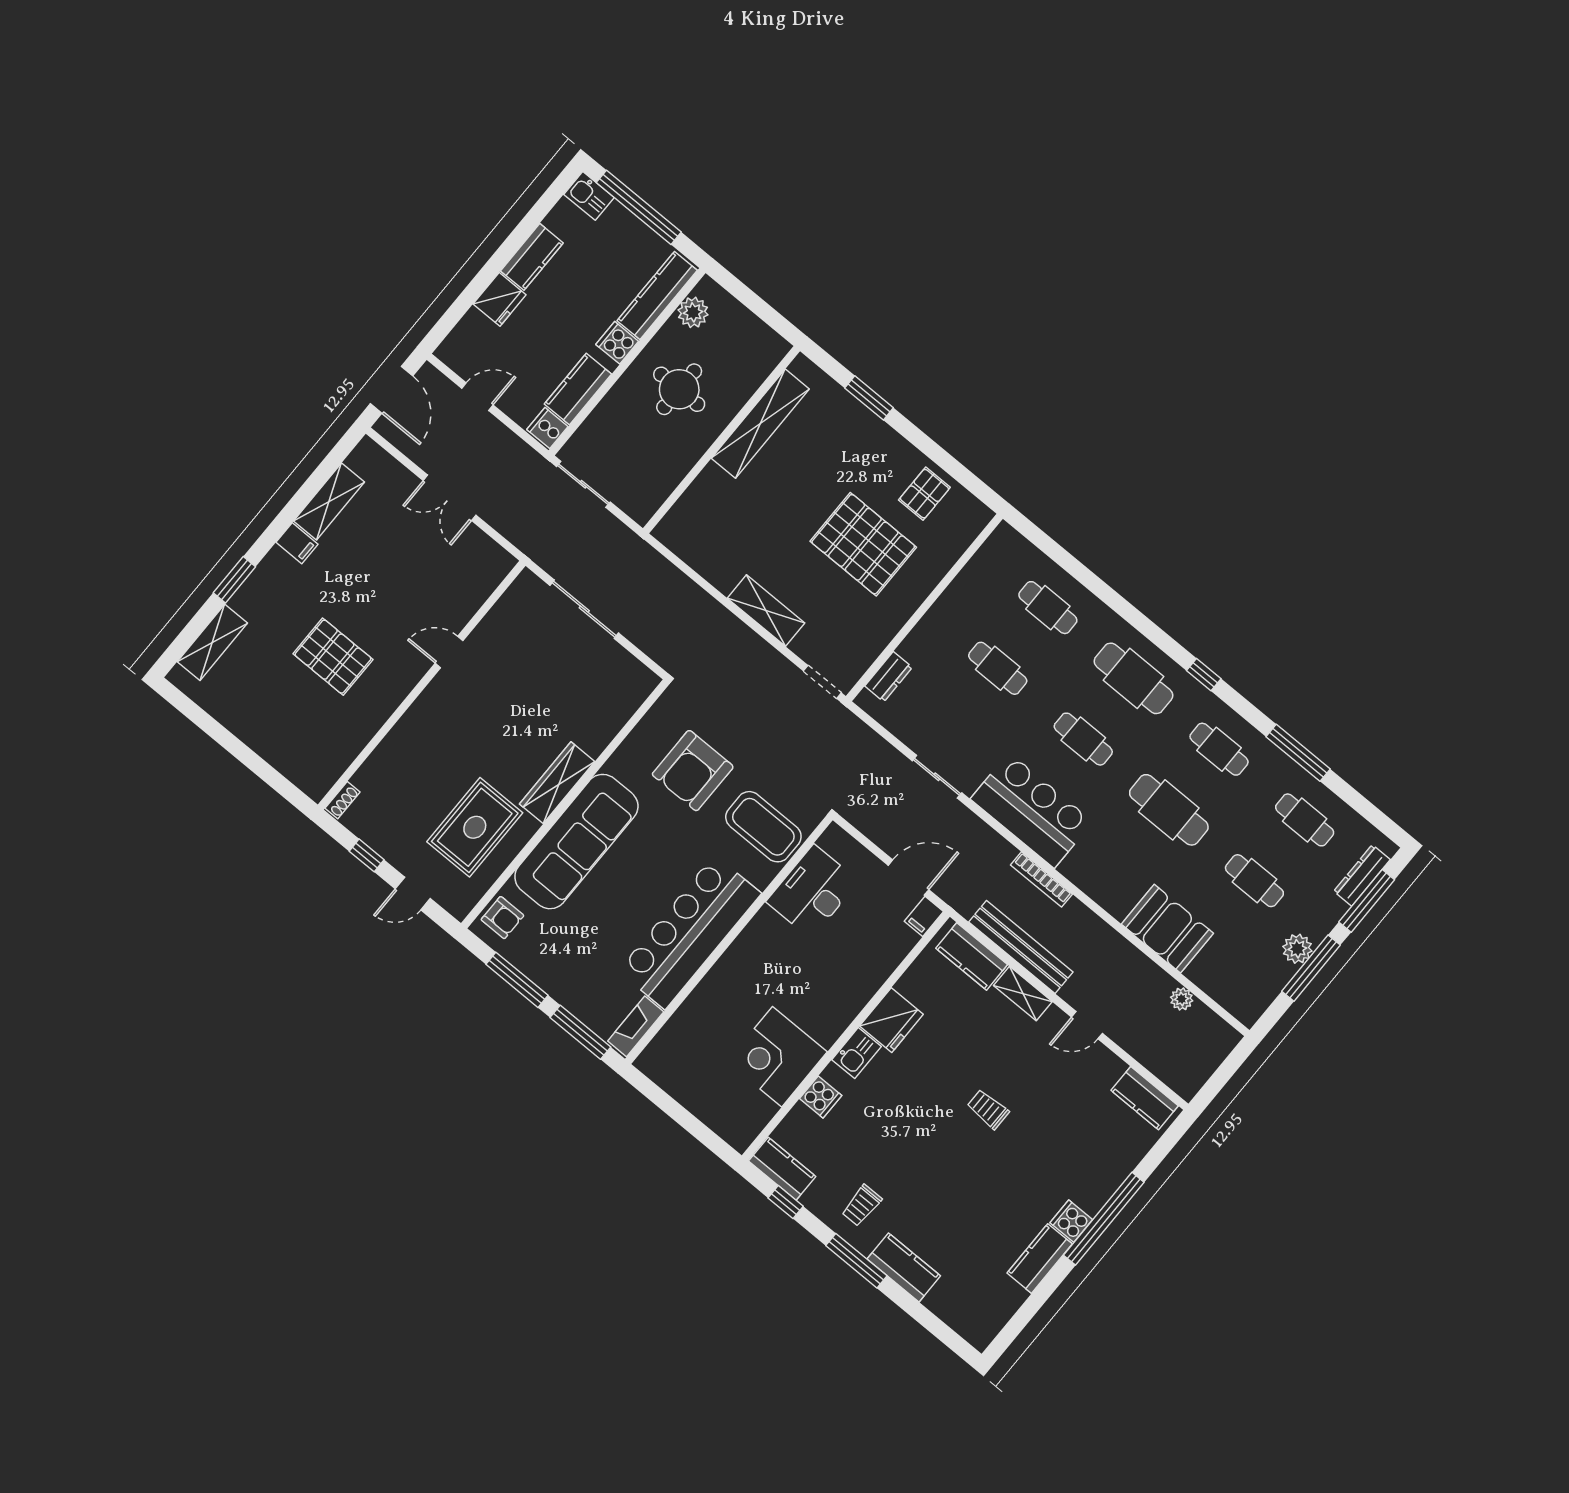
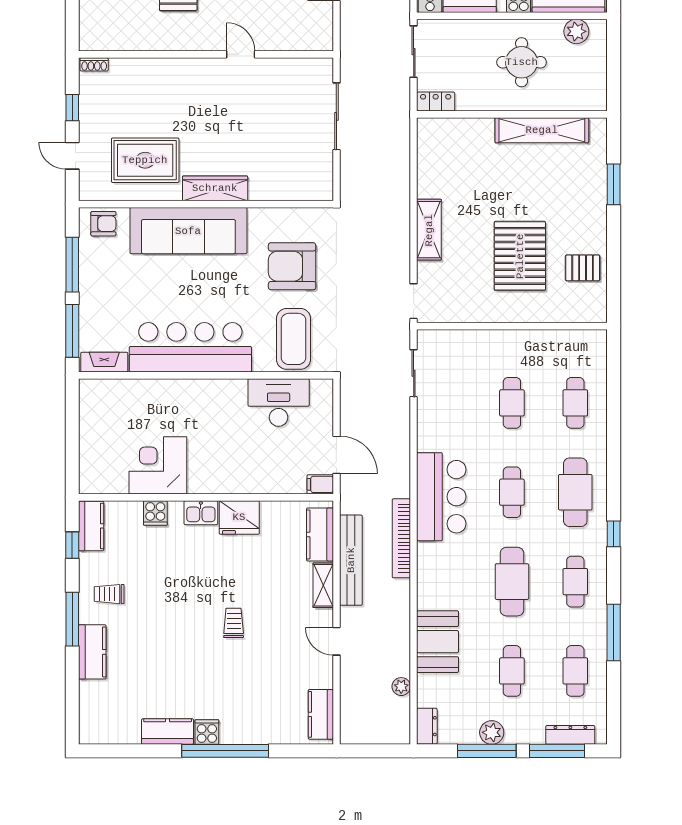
locker: (649, 503) -> (436, 102), added
dresser: (889, 677) -> (427, 726), moved, turned -90
sliding door: (937, 777) -> (414, 373), moved
bookcase: (1041, 879) -> (401, 538), width x1.48, depth x1.31
armchair: (502, 918) -> (103, 224), turned -90

